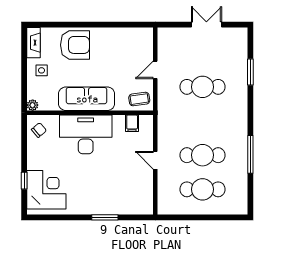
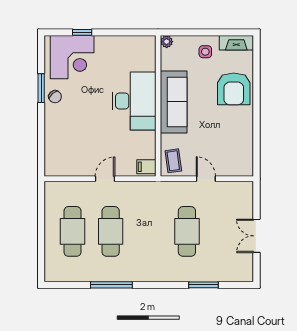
double door: (206, 25) -> (256, 236), swing flipped
filing cabinet: (132, 123) -> (146, 167), moved
chair: (39, 130) -> (55, 97), moved
window: (105, 217) -> (41, 88), moved

